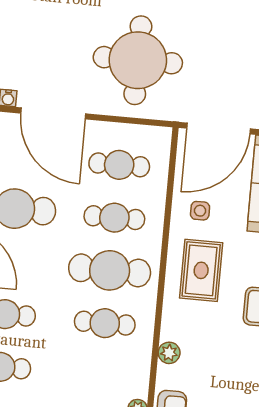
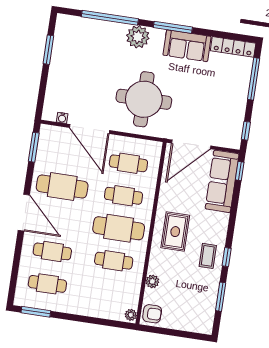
side table: (200, 211) -> (177, 195), removed

